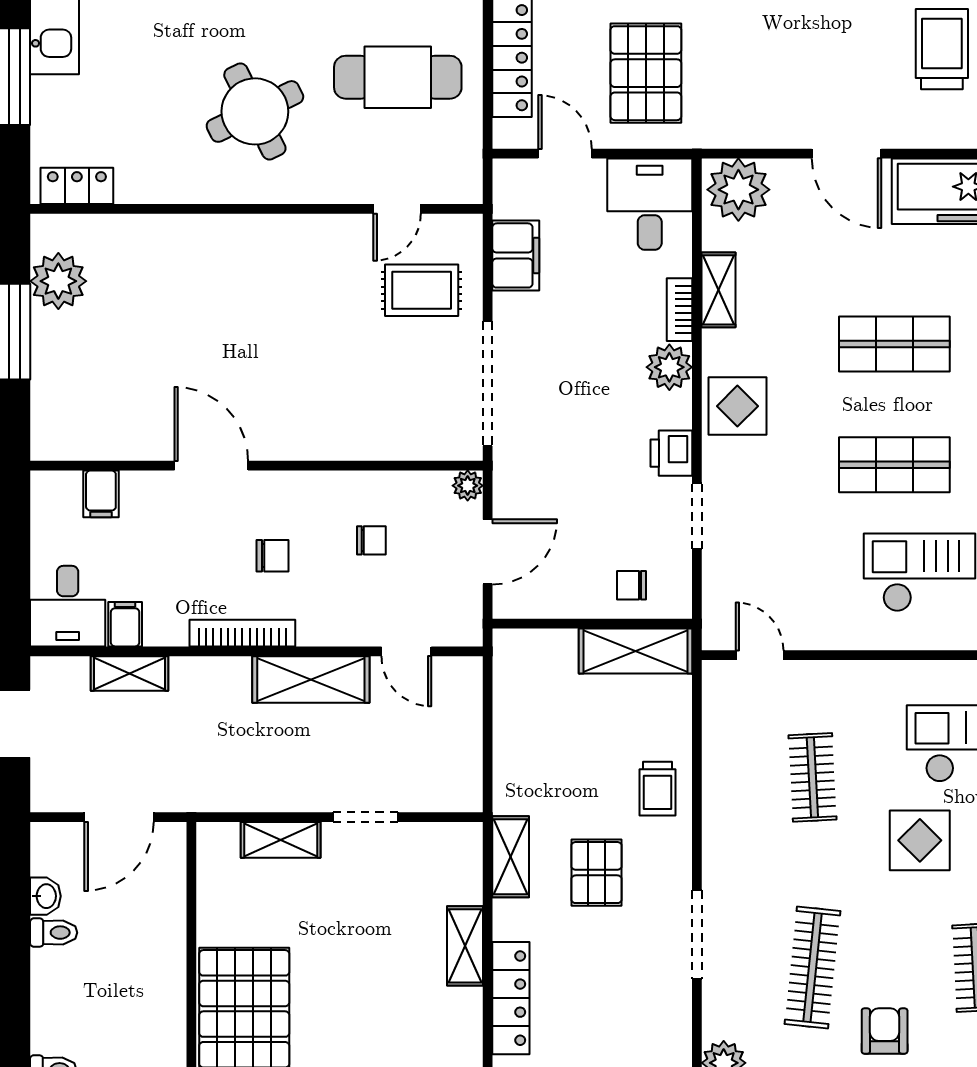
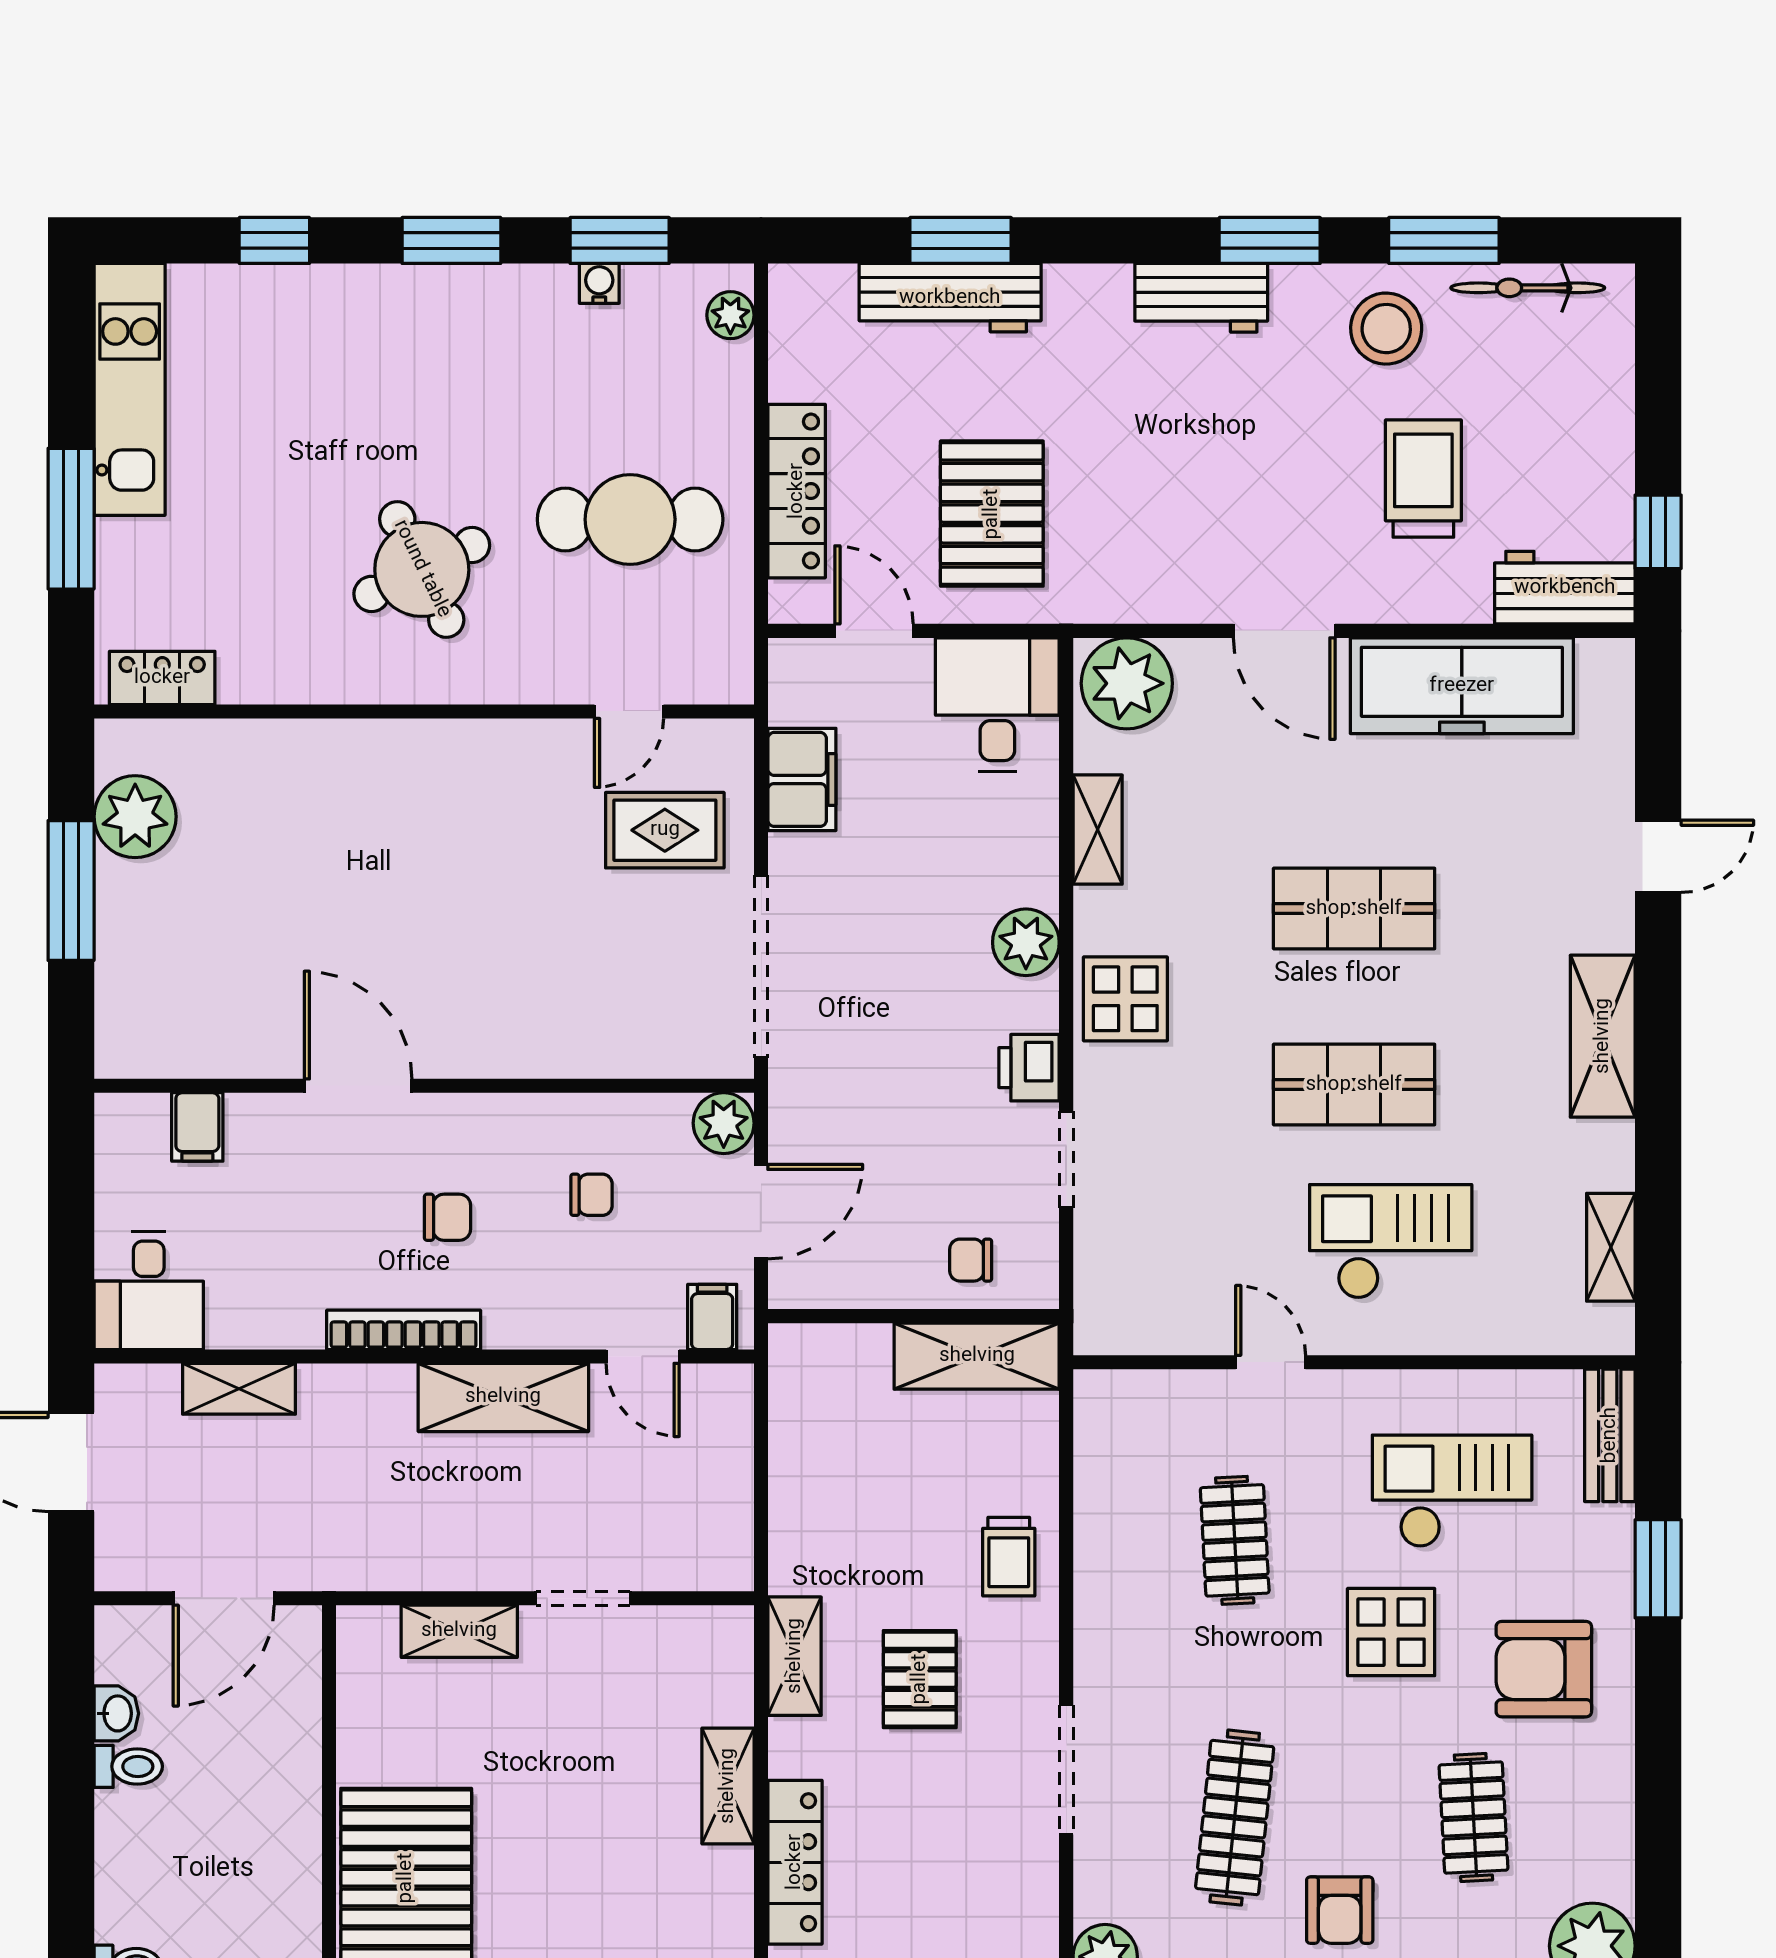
bookcase: (680, 310) -> (1041, 858), removed
plant: (468, 486) -> (724, 1123), width x1.38, depth x1.38
filing cabinet: (125, 624) -> (712, 1317), moved
door: (760, 655) -> (1271, 1362), moved
armchair: (885, 1031) -> (1340, 1910), turned 180

